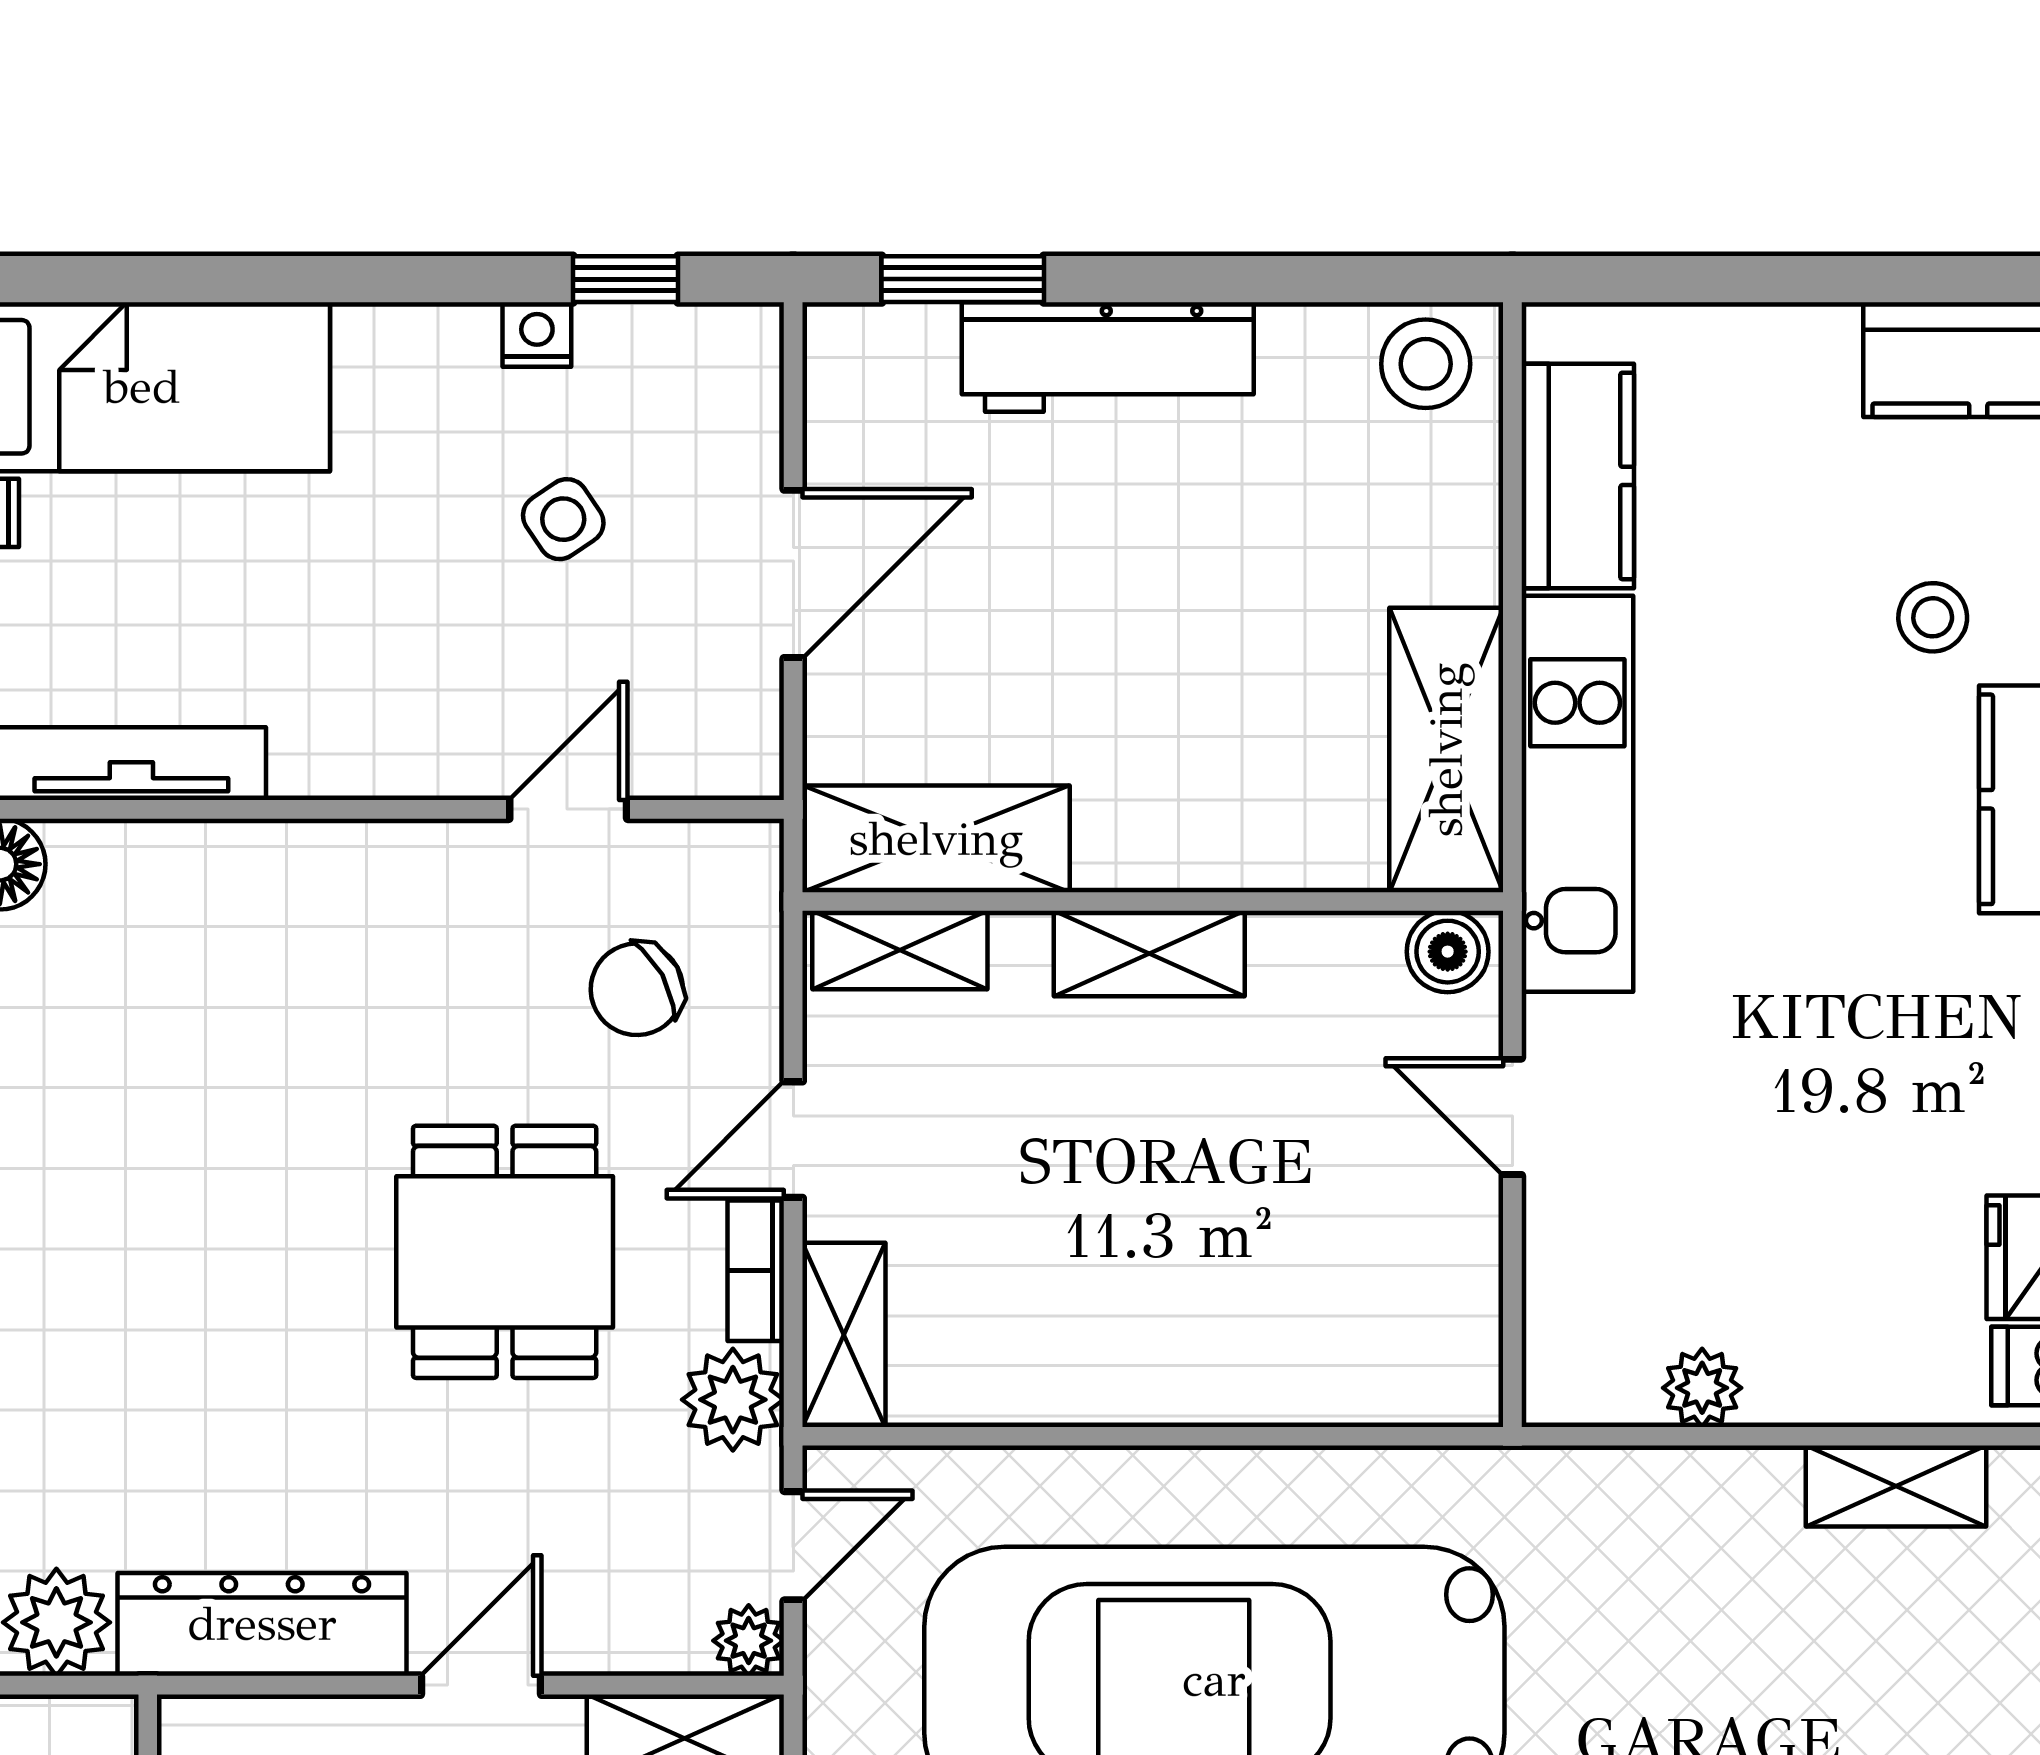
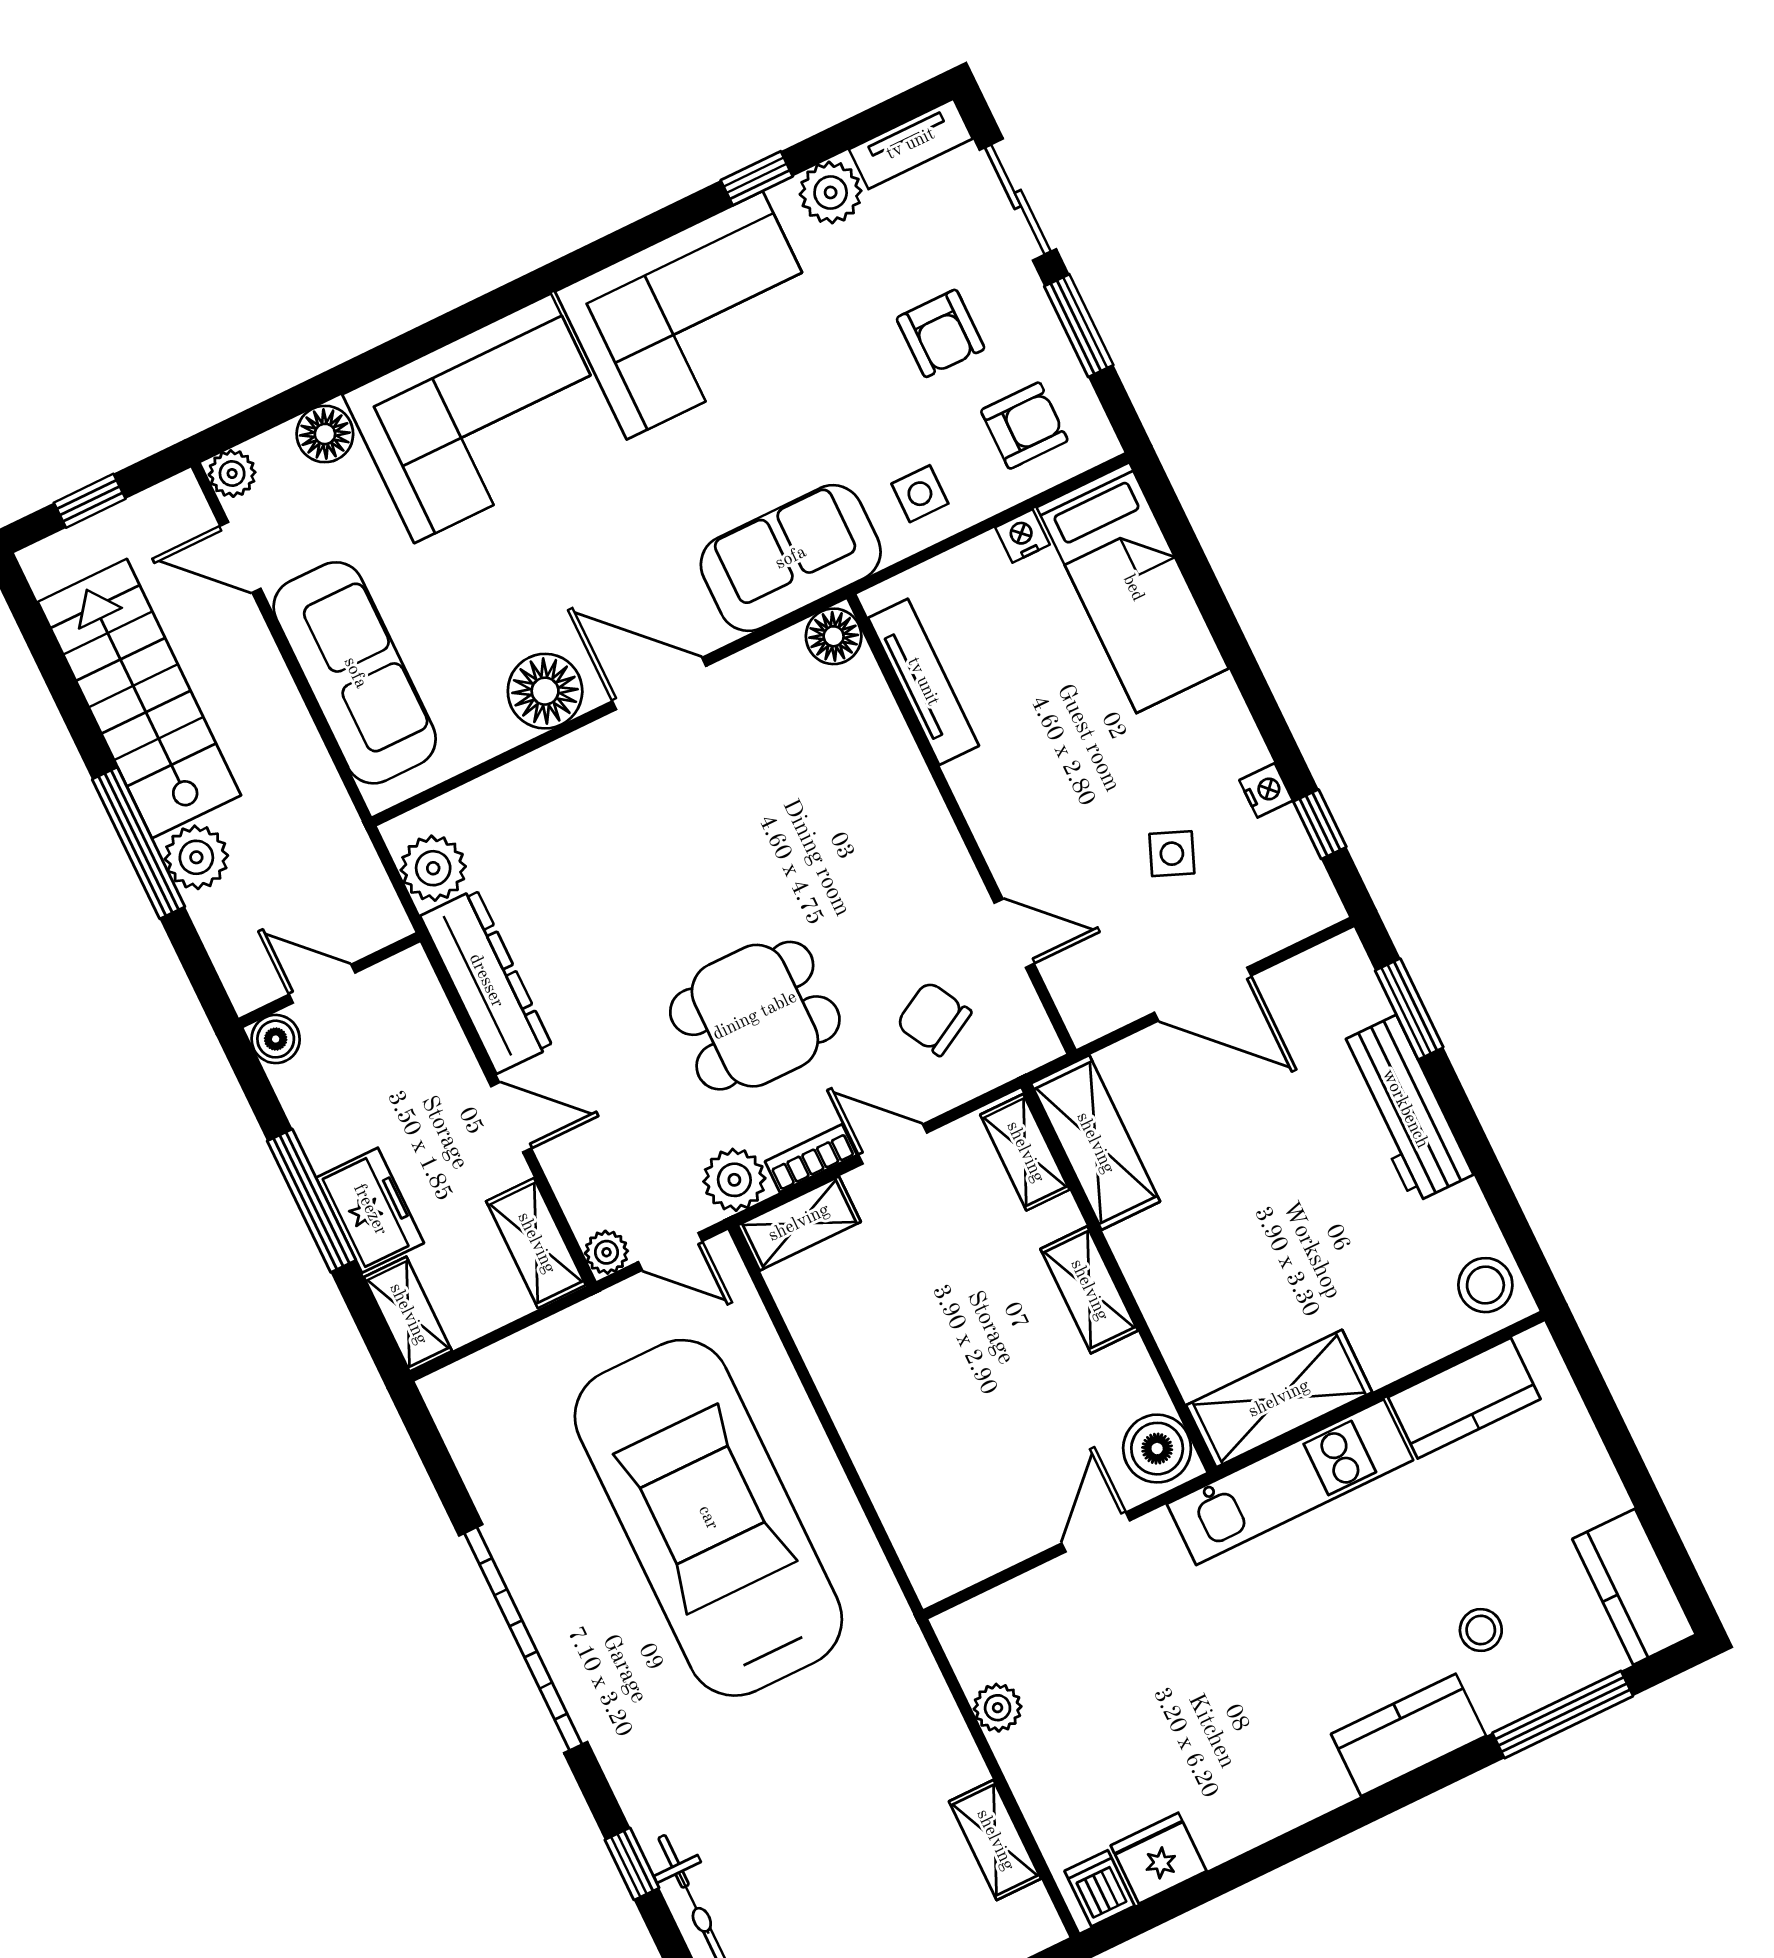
side table: (563, 519) -> (1172, 854), turned -34
boiler: (1448, 952) -> (1157, 1449), width x1.36, depth x1.36

